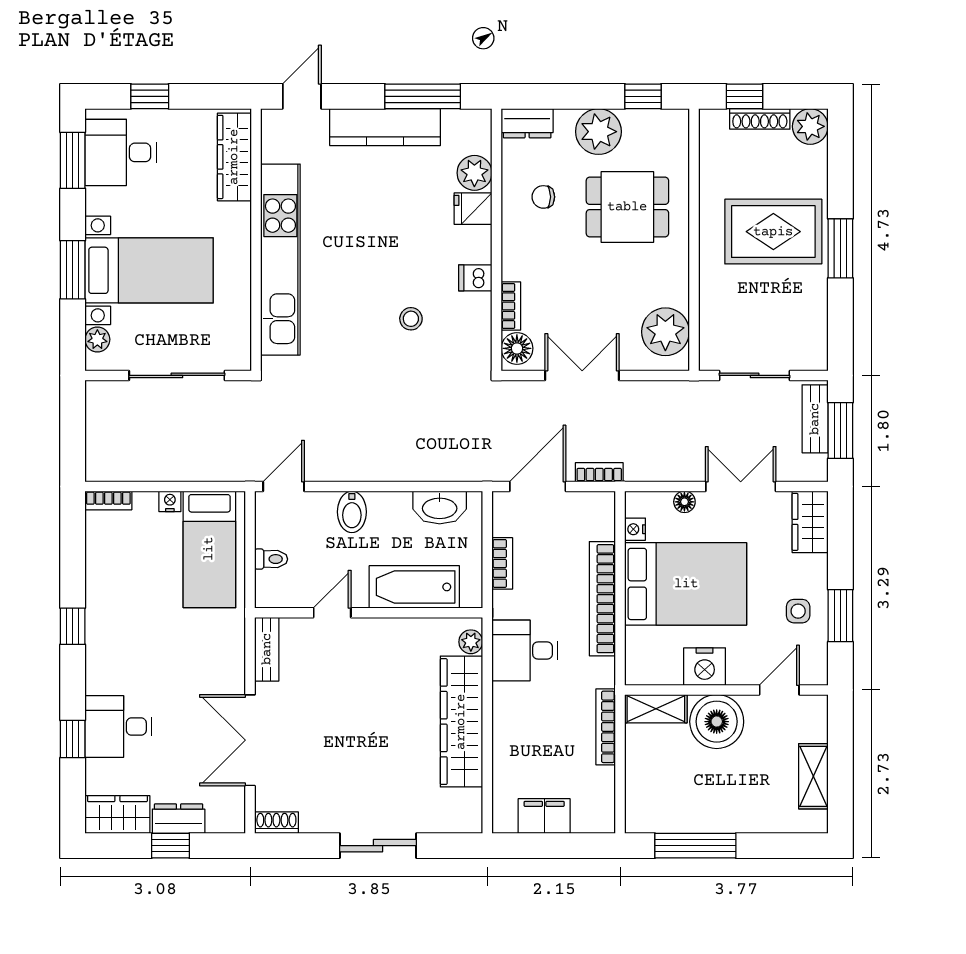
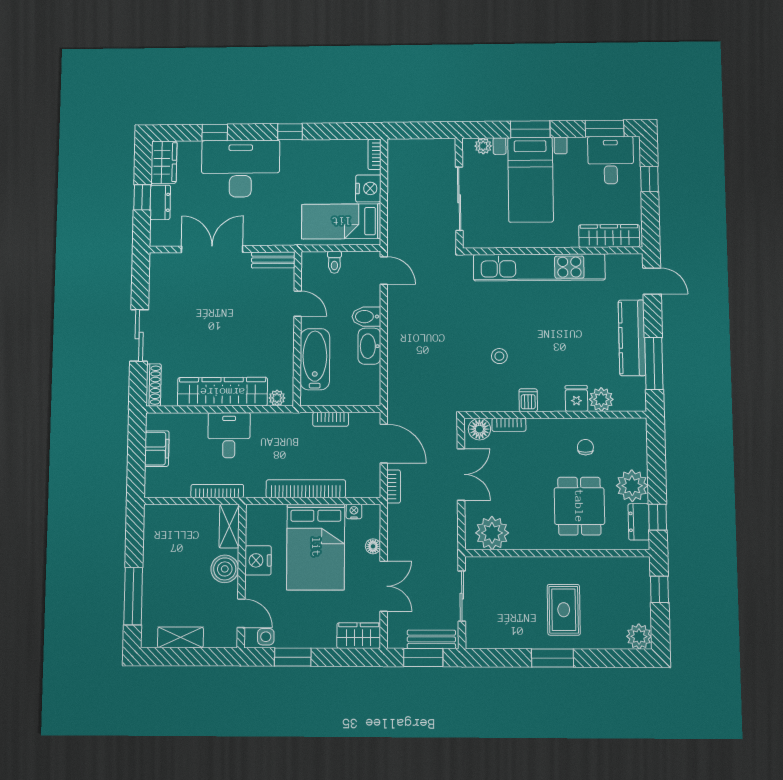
shoe rack: (760, 119) -> (644, 600), removed
dresser: (527, 123) -> (639, 522), moved
rug: (773, 232) -> (564, 610), width x0.73, depth x0.70
nightstand: (170, 501) -> (368, 188), width x1.89, depth x1.79
washbasin: (440, 507) -> (369, 346), moved
side table: (798, 611) -> (266, 637), moved
desk: (525, 651) -> (229, 435), moved
boiler: (717, 722) -> (225, 569), width x0.73, depth x0.73
desk: (118, 727) -> (240, 169), width x1.87, depth x1.30
shoe rack: (276, 823) -> (154, 385), moved, width x1.43
window: (695, 846) -> (133, 596), moved

